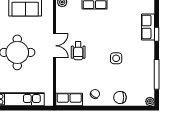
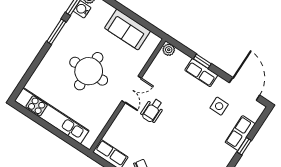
side table: (116, 58) -> (219, 106), moved

